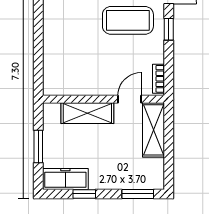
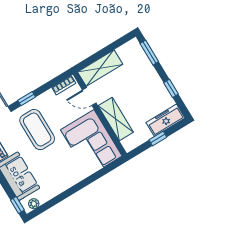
corner sofa: (78, 71) -> (91, 143), added
window: (38, 146) -> (158, 138), width x0.67
freezer: (65, 179) -> (166, 120), moved, turned 90

